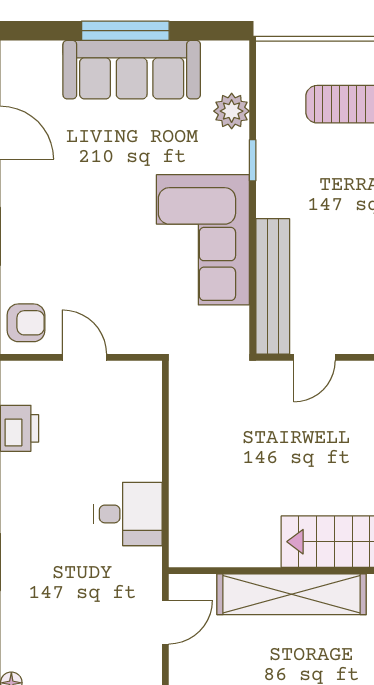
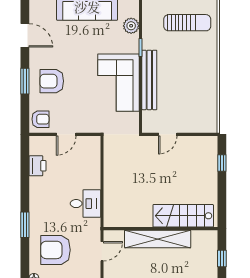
armchair: (52, 237) -> (52, 81), added
bench: (273, 286) -> (149, 80), moved
door: (84, 357) -> (66, 134), swing flipped
armchair: (60, 619) -> (56, 250), added

